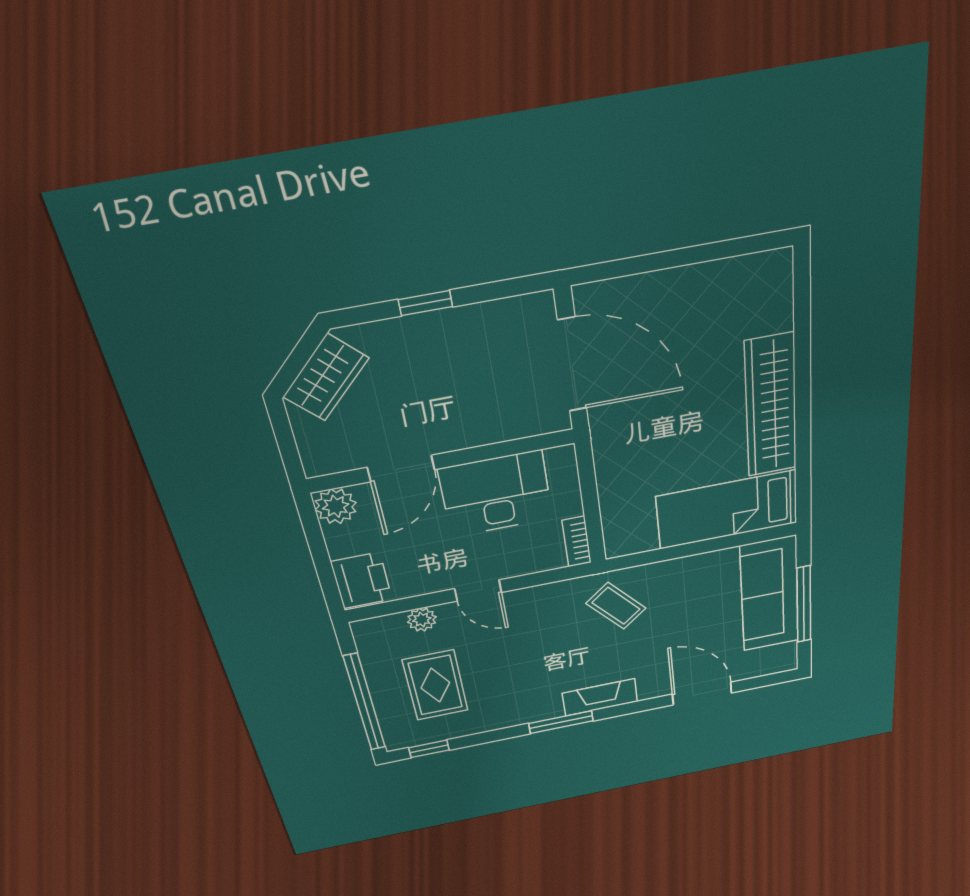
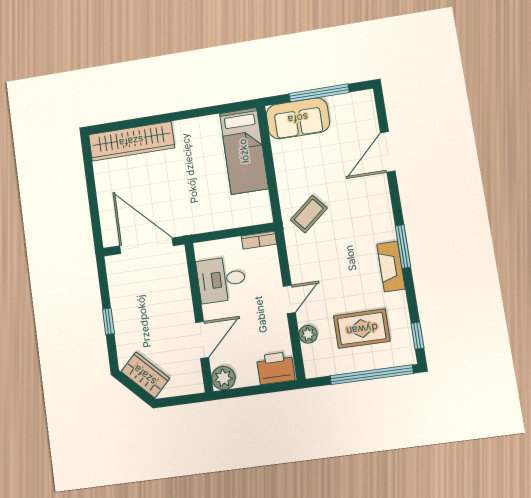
door: (572, 365) -> (146, 246), hinge flipped
wardrobe: (771, 406) -> (131, 141), moved
door: (401, 468) -> (202, 340), hinge flipped
desk: (496, 494) -> (221, 280), width x0.73
sofa: (770, 594) -> (298, 118), width x0.73
fireplace: (600, 697) -> (391, 267), moved

